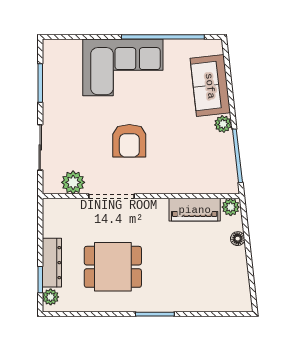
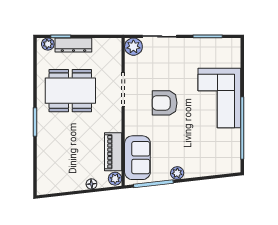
sofa: (210, 86) -> (137, 158), moved, turned 96
plant: (73, 182) -> (133, 47), moved
dining table: (113, 267) -> (70, 91), width x1.38

